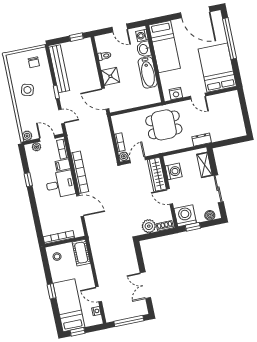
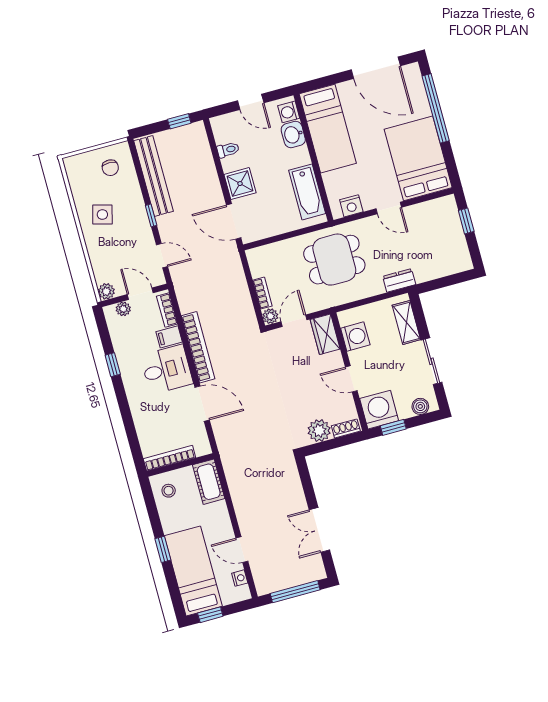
bathtub: (148, 72) -> (307, 192), moved
window: (244, 107) -> (466, 221), added
wardrobe: (157, 174) -> (325, 334), width x0.67

